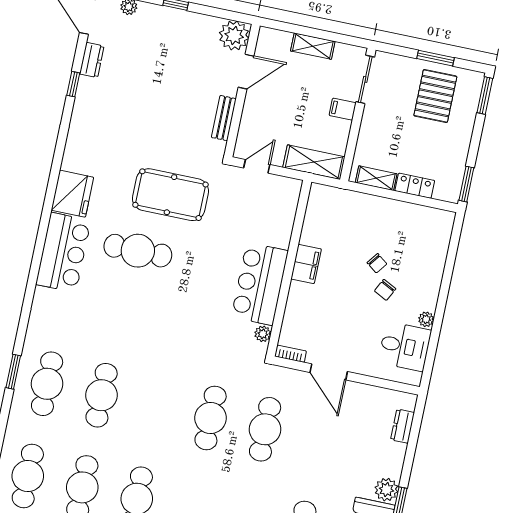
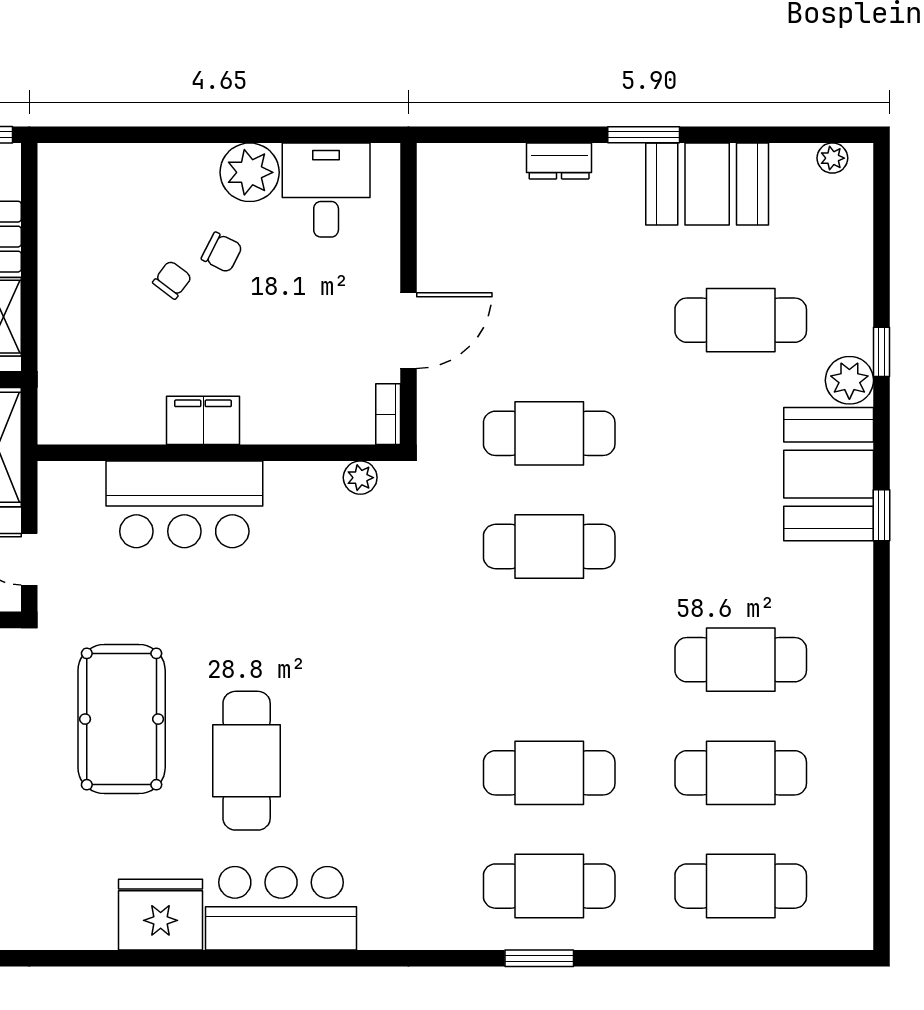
bar counter: (260, 284) -> (184, 504), moved
plant: (426, 319) -> (250, 172), width x1.87, depth x1.87
dresser: (403, 426) -> (559, 161), moved
plant: (386, 490) -> (619, 167), removed

